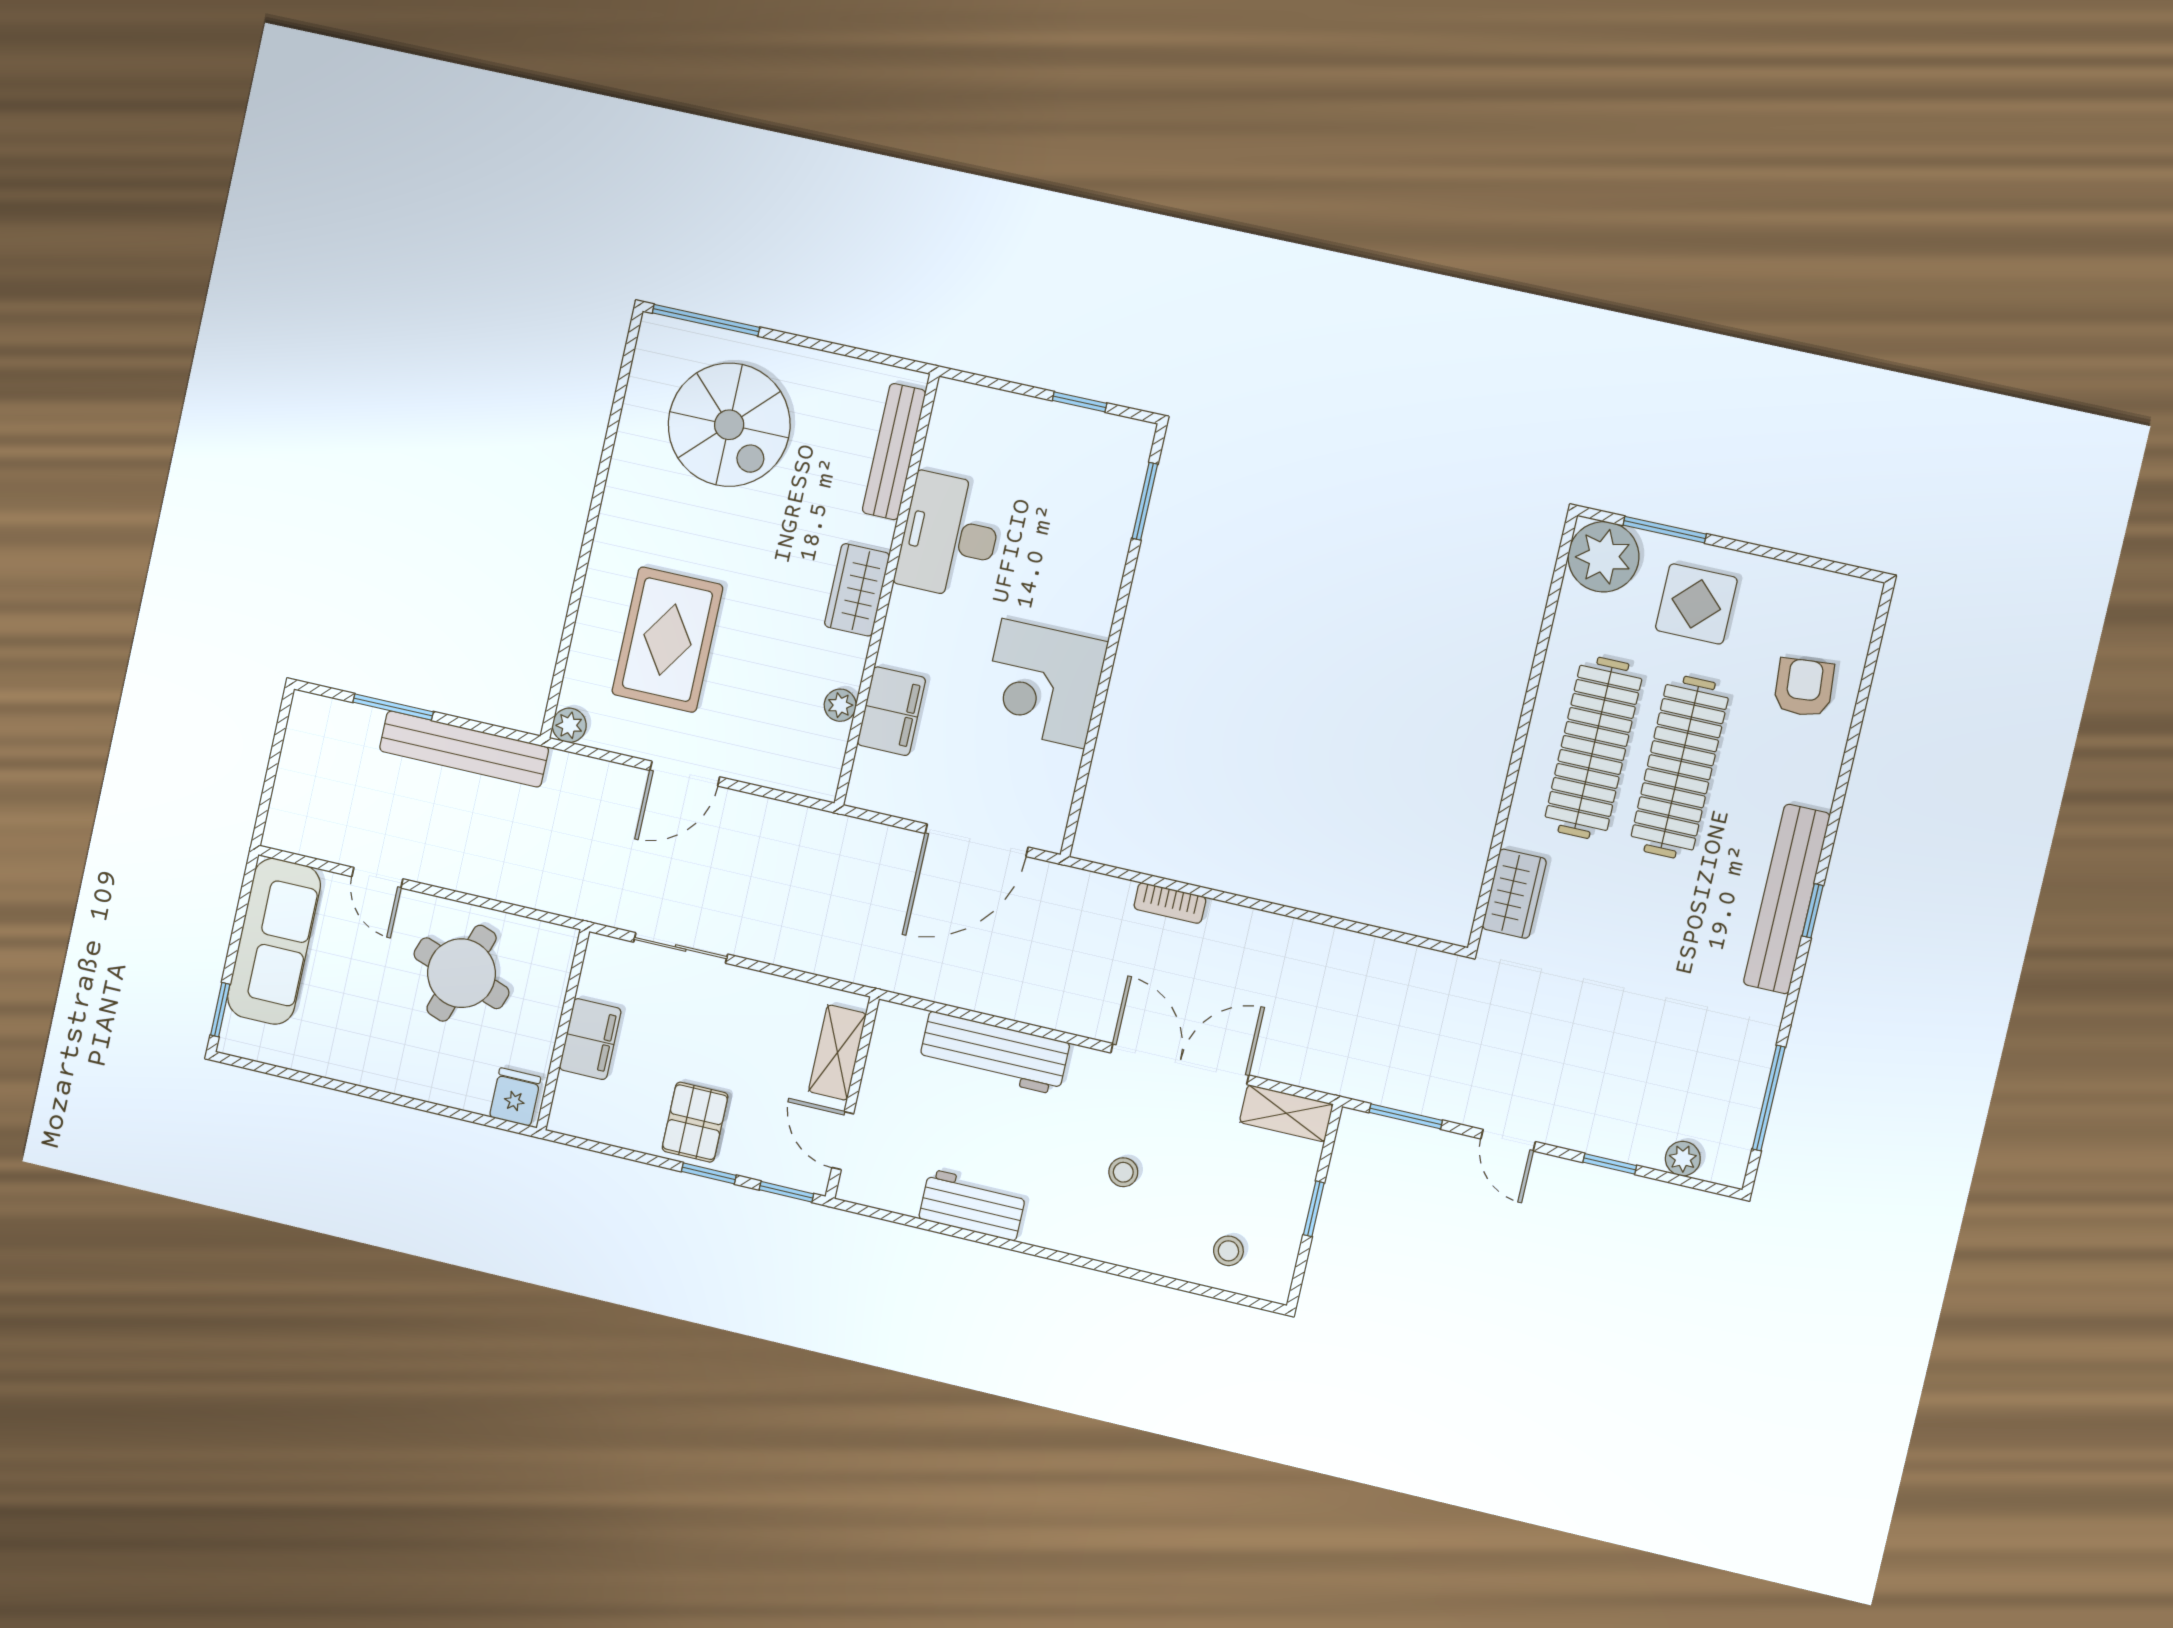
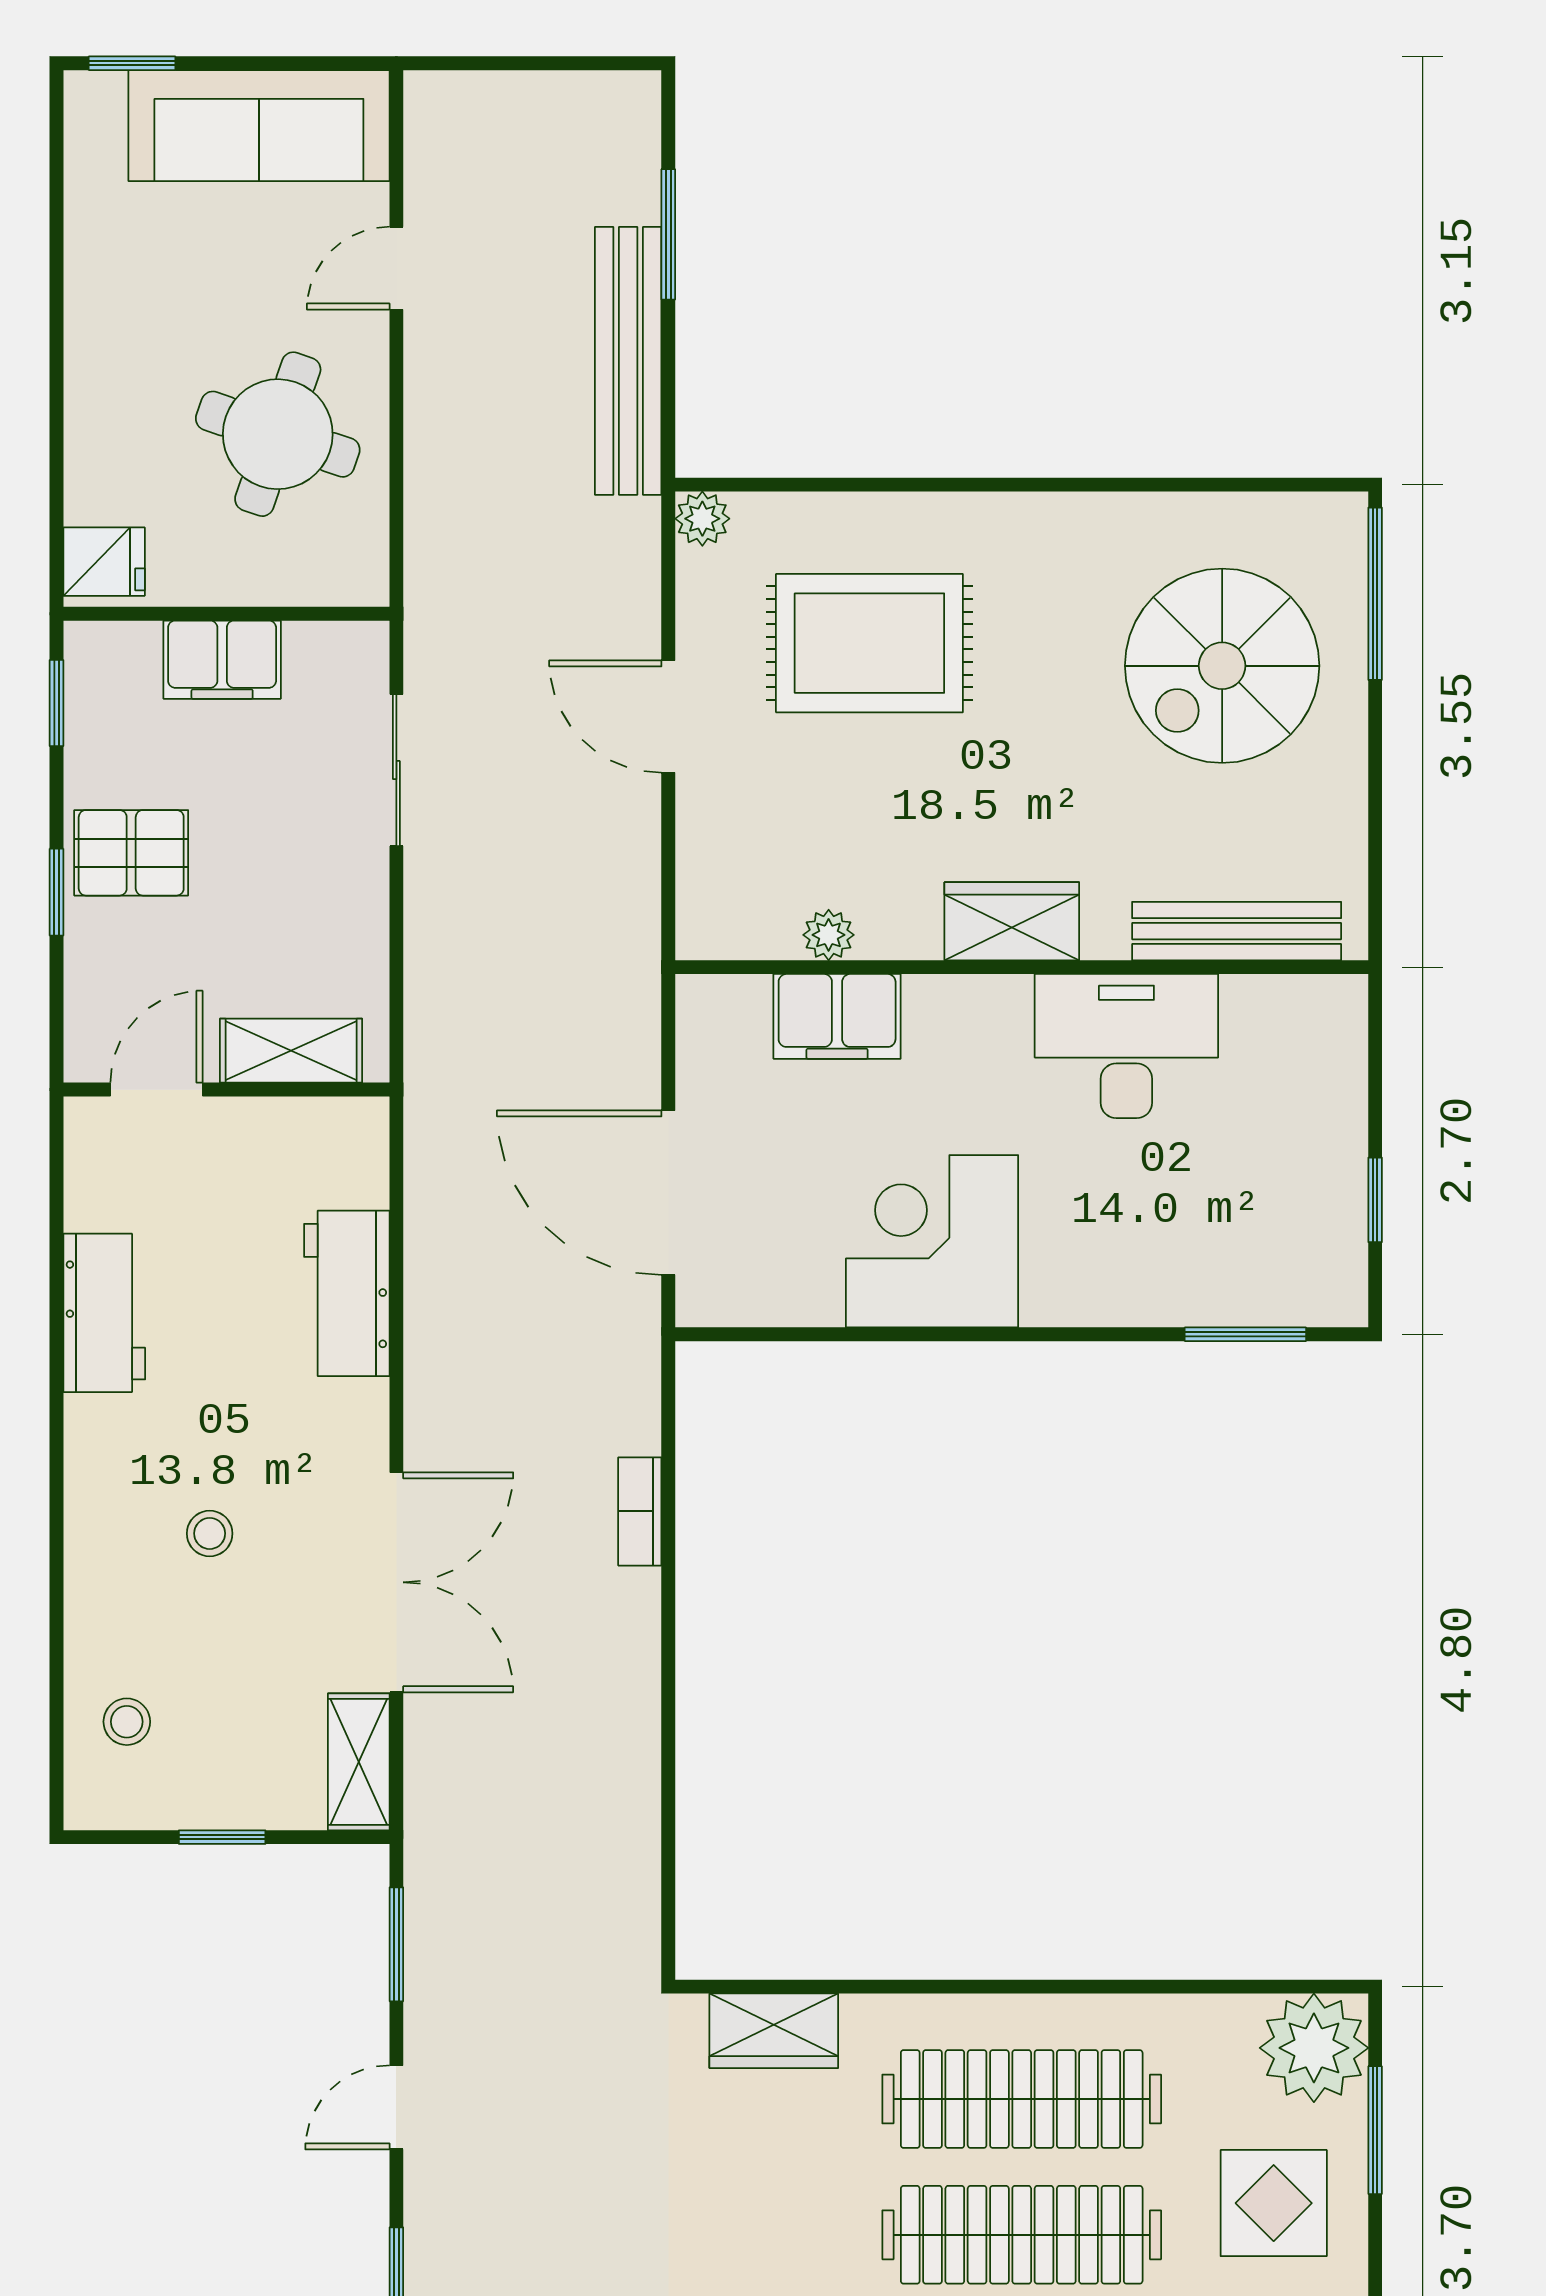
workbench: (994, 1053) -> (347, 1293), width x0.73
window: (786, 1192) -> (57, 703), moved

